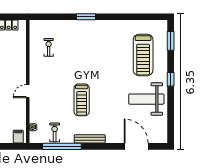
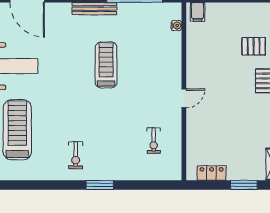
door: (28, 91) -> (184, 98), moved
exercise bike: (55, 132) -> (76, 155), moved

